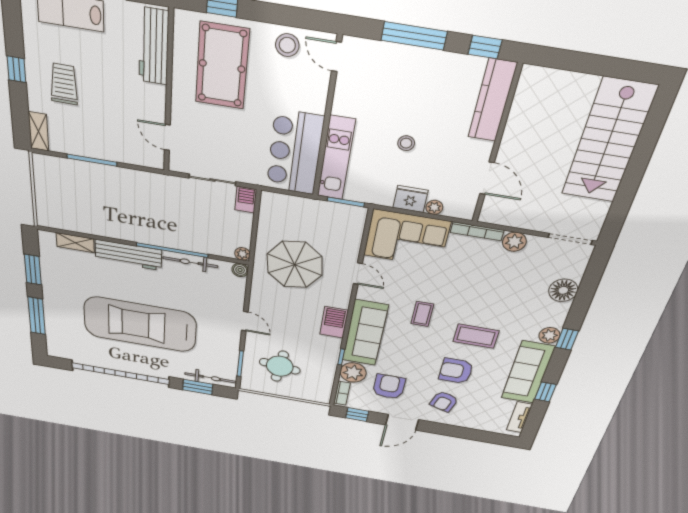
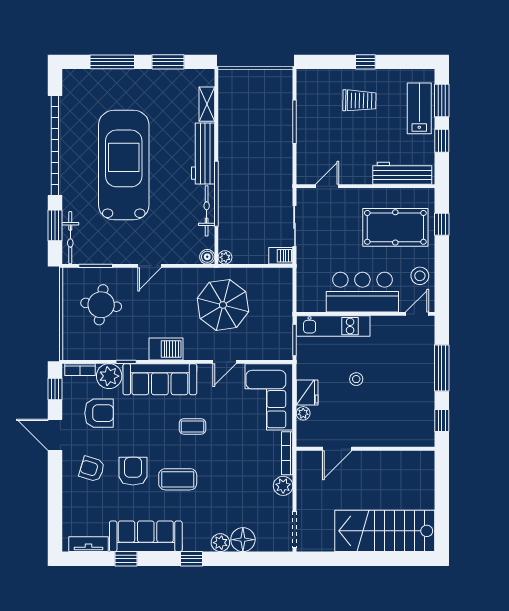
kitchen counter: (492, 100) -> (402, 436), removed
shelving: (39, 131) -> (313, 77), removed
bar counter: (295, 153) -> (362, 292), moved
plant: (549, 335) -> (220, 543), moved
coffee table: (476, 336) -> (178, 479), turned 90

